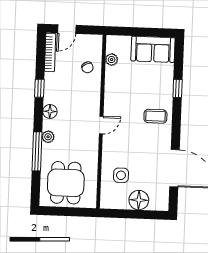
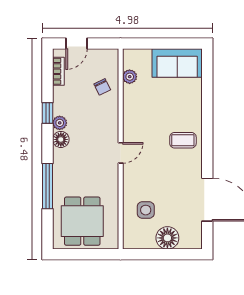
bookcase: (50, 52) -> (58, 71), width x0.64
window: (178, 88) -> (207, 107), removed
plant: (48, 137) -> (60, 123), moved

